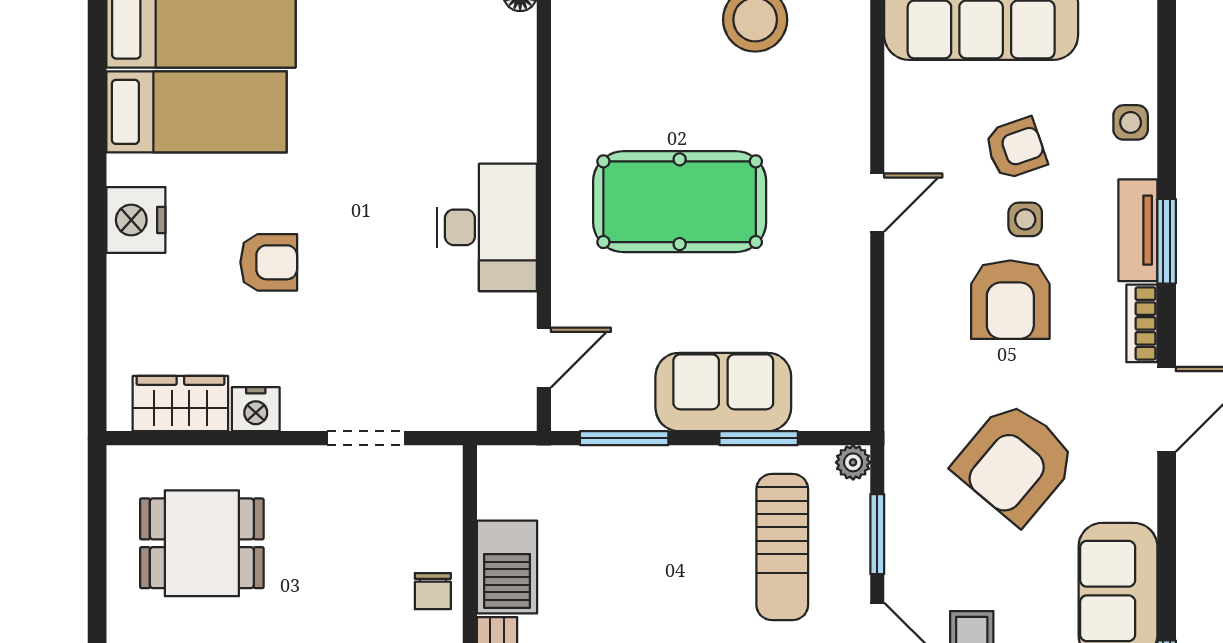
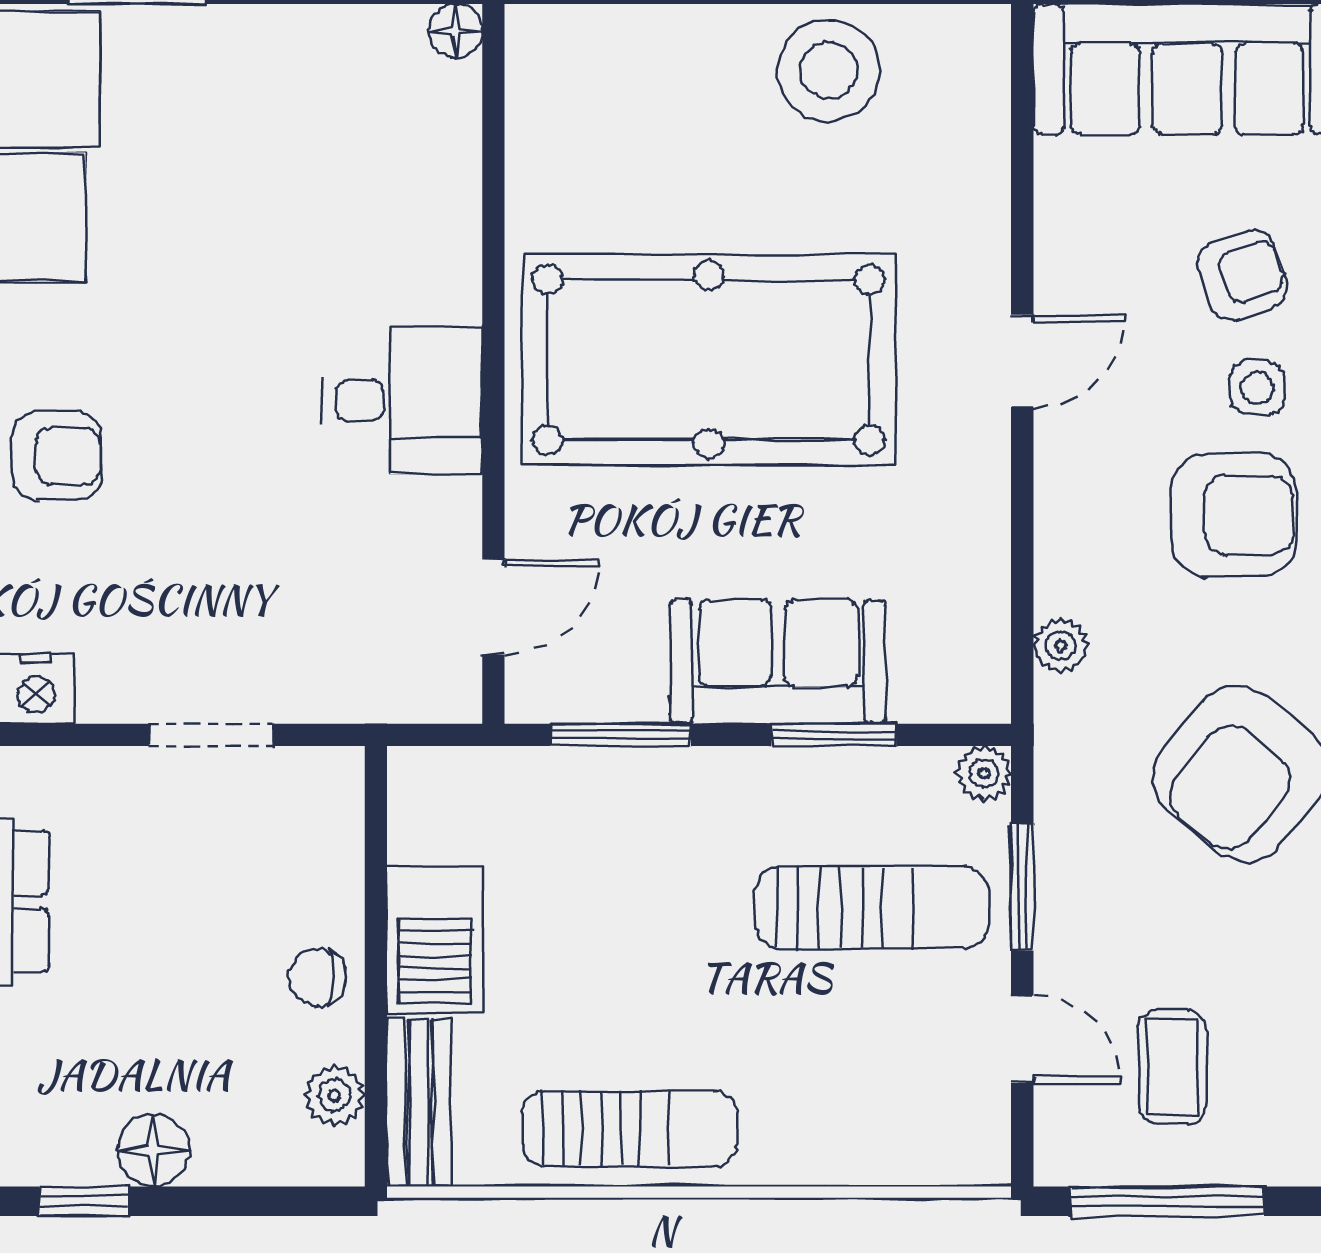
pool table: (680, 202) -> (709, 360), width x1.36, depth x1.32
desk: (487, 227) -> (403, 400), width x0.73
armchair: (1010, 300) -> (1233, 515), turned -90
plant: (901, 382) -> (1061, 646), added
sun lounger: (782, 547) -> (872, 907), turned -90
chair: (433, 591) -> (317, 977), turned 90

